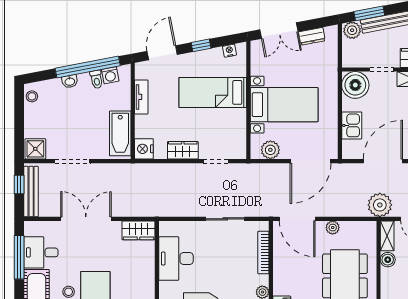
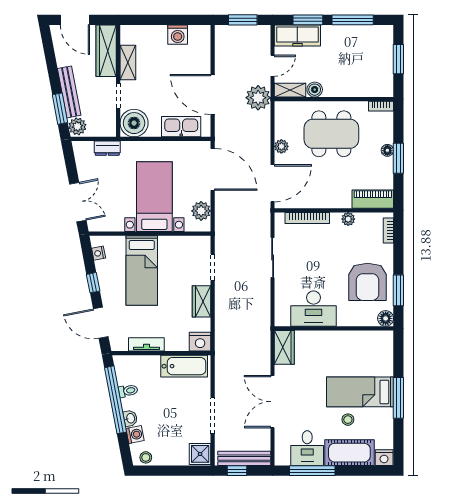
dresser: (312, 36) -> (107, 148), moved, turned 101
washing machine: (110, 75) -> (135, 434), moved
kitchen sink: (352, 125) -> (181, 127), width x1.38

